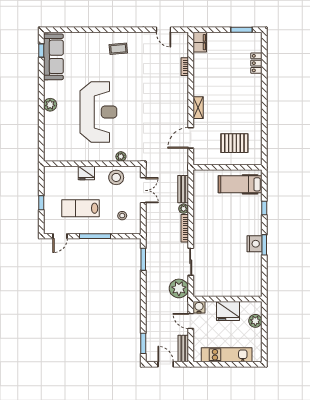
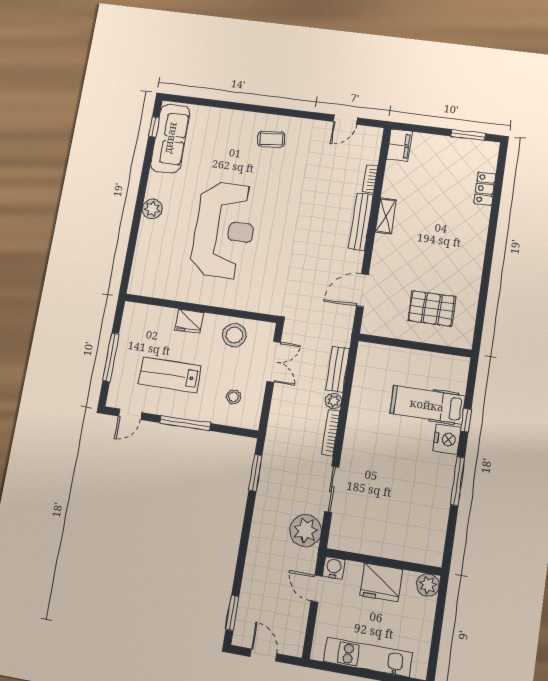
door: (163, 30) -> (345, 120), hinge flipped
shelving: (198, 108) -> (386, 216), moved
plant: (121, 156) -> (247, 303), removed
hospital bed: (240, 184) -> (427, 405), moved
window: (41, 203) -> (111, 357), width x2.17
nightstand: (254, 244) -> (447, 439), moved
window: (264, 245) -> (458, 481), width x1.44
plant: (255, 321) -> (428, 585), moved
bench: (183, 349) -> (361, 222), moved, width x1.36

